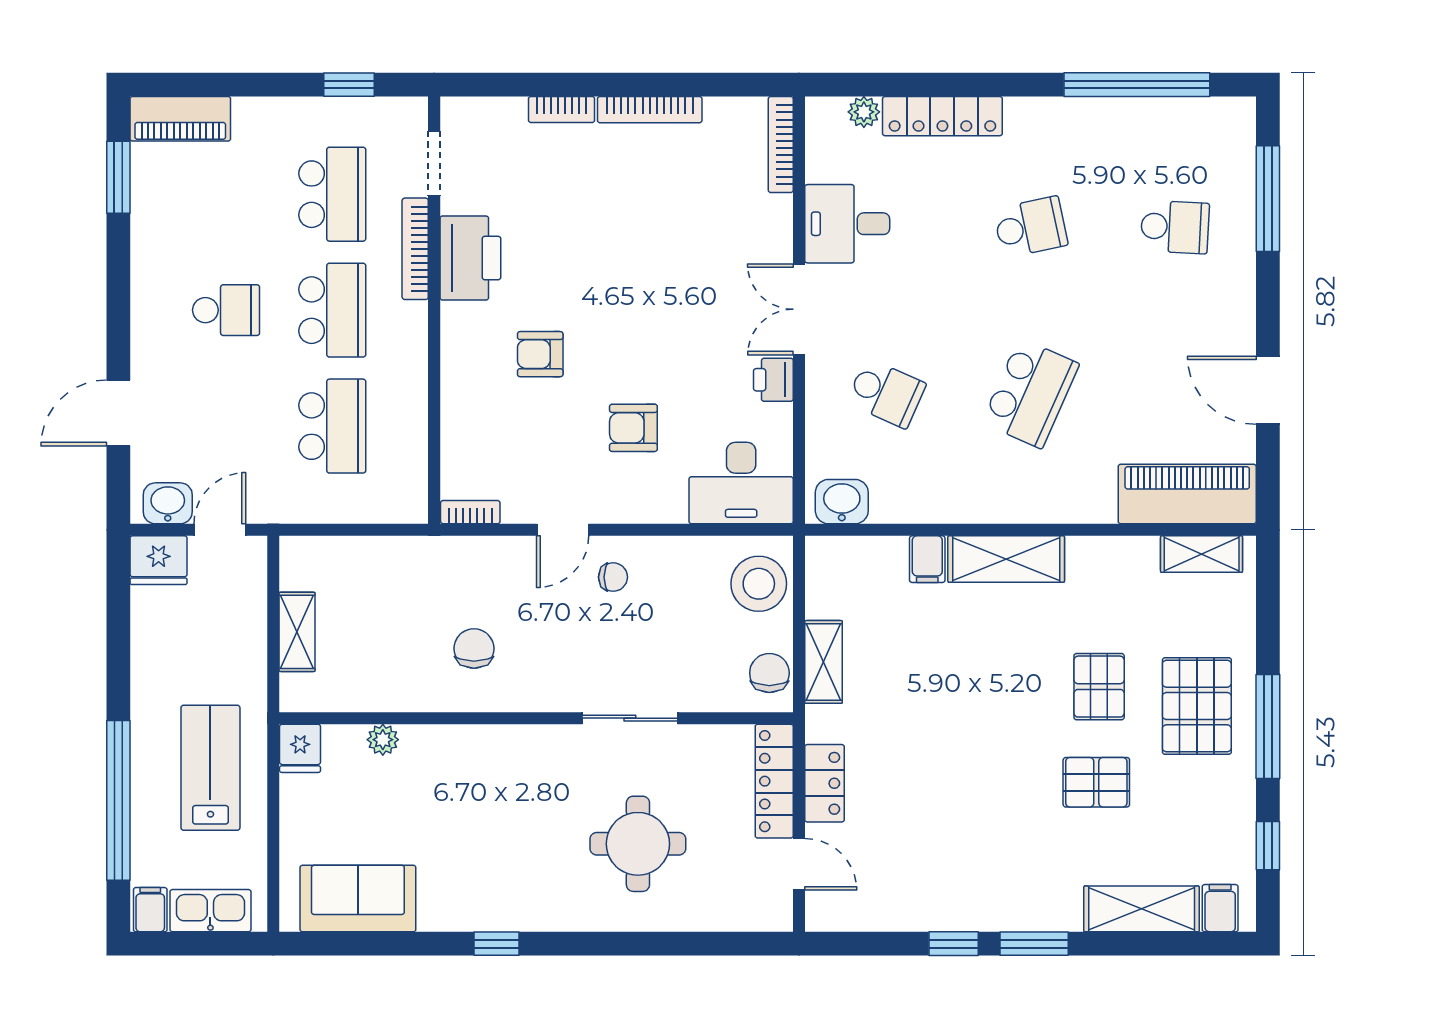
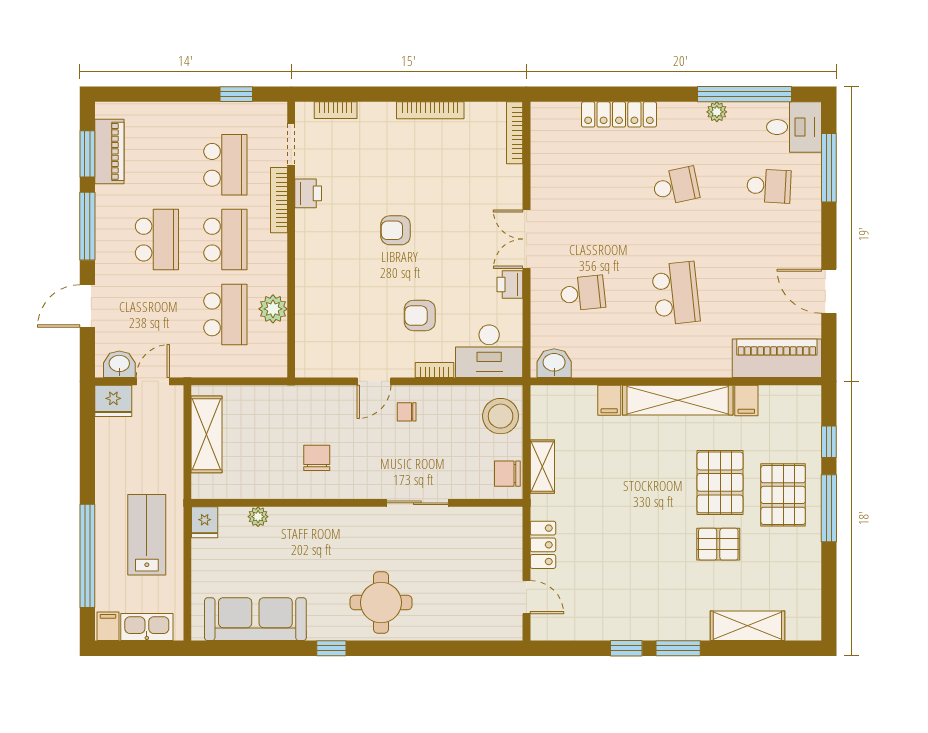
bookcase: (562, 109) -> (336, 110), moved
plant: (864, 112) -> (717, 112), moved
piano: (180, 119) -> (109, 151), moved, turned -90
desk: (847, 224) -> (794, 127), moved, turned 180
printer: (470, 258) -> (308, 193), width x0.53, depth x0.68
window: (118, 289) -> (87, 226), added
school desk: (226, 310) -> (157, 240), width x1.85
armchair: (540, 354) -> (395, 230), moved
school desk: (886, 393) -> (583, 293), turned -30
school desk: (1030, 393) -> (676, 293), turned -30
plant: (406, 417) -> (273, 309), added
bookcase: (470, 512) -> (435, 370), moved
shelving: (1202, 554) -> (786, 397), removed
shelving: (1006, 559) -> (678, 400), width x1.47
chair: (613, 577) -> (407, 412), turned 180
shelving: (297, 632) -> (207, 434), width x1.50, depth x1.33
chair: (769, 673) -> (507, 474), turned -90
pallet: (1099, 687) -> (720, 482), width x1.50, depth x1.42
locker: (774, 781) -> (510, 543), removed
round table: (638, 844) -> (381, 603), moved
window: (1268, 846) -> (829, 442), moved
sofa: (358, 899) -> (255, 619), width x1.36
filing cabinet: (1220, 908) -> (746, 400), moved, turned 180

